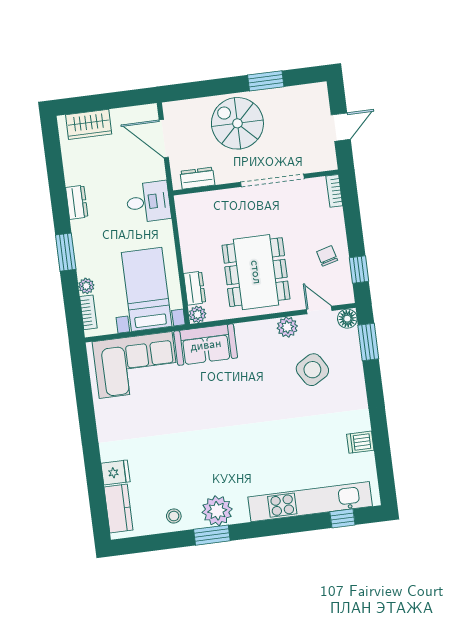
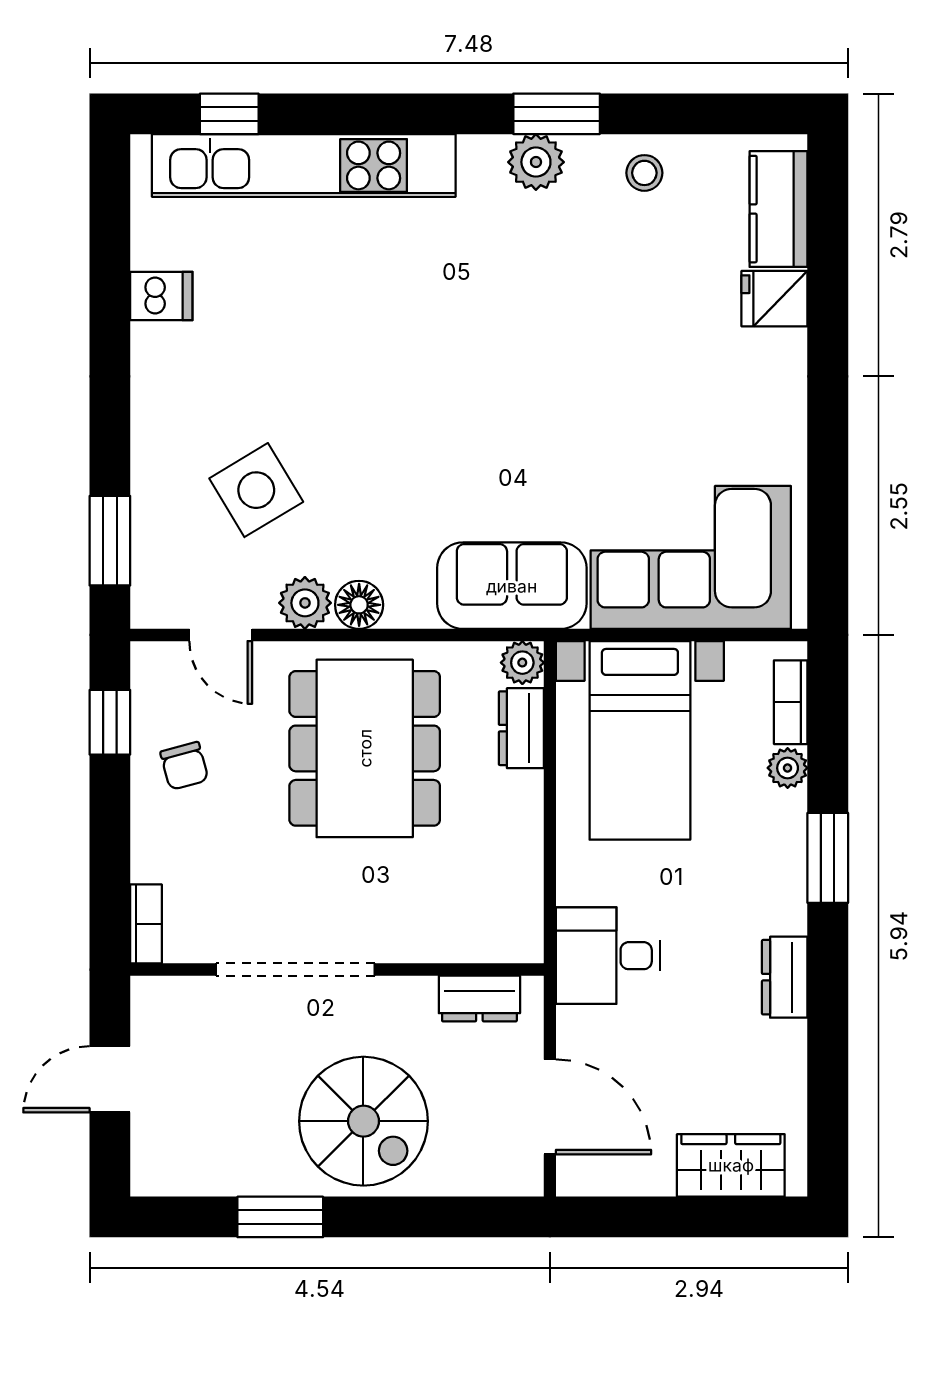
floor lamp: (347, 319) -> (359, 605), moved
plant: (217, 511) -> (536, 162), width x0.73, depth x0.73

